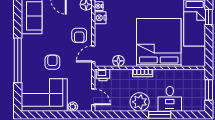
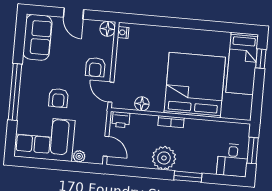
nightstand: (100, 18) -> (124, 47), removed
door: (93, 54) -> (111, 92), hinge flipped
armchair: (52, 62) -> (58, 98), turned 180
desk: (170, 99) -> (232, 160), moved

